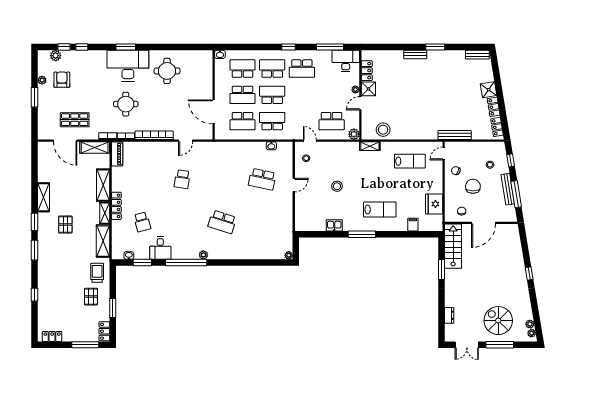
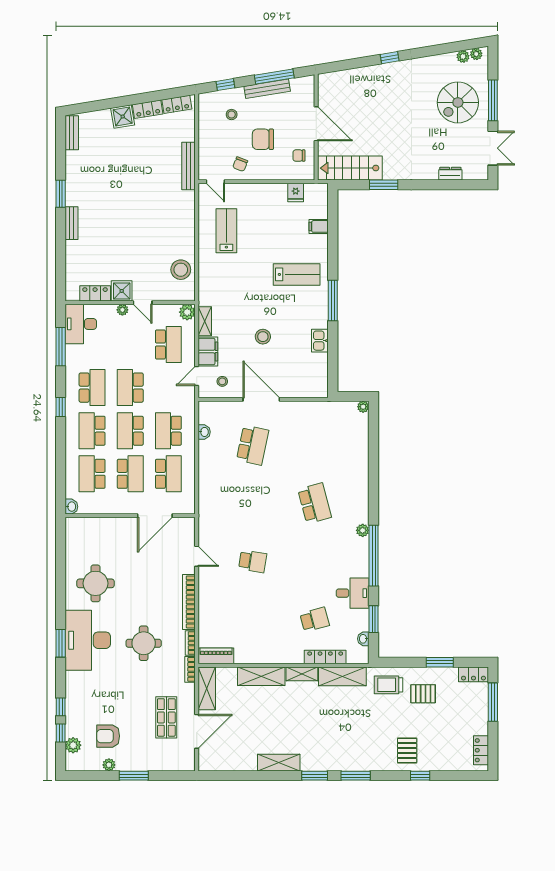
school desk: (302, 95) -> (130, 388), added
shelving: (370, 146) -> (205, 321), moved
filing cabinet: (327, 148) -> (208, 352), added
door: (294, 185) -> (261, 399), width x1.87
fridge: (434, 204) -> (296, 193), width x0.53, depth x0.75
locker: (116, 206) -> (325, 657), moved
lab bench: (380, 209) -> (297, 274), turned 90
school desk: (222, 222) -> (315, 503), turned -33
pallet: (65, 225) -> (407, 750), moved, turned 90

